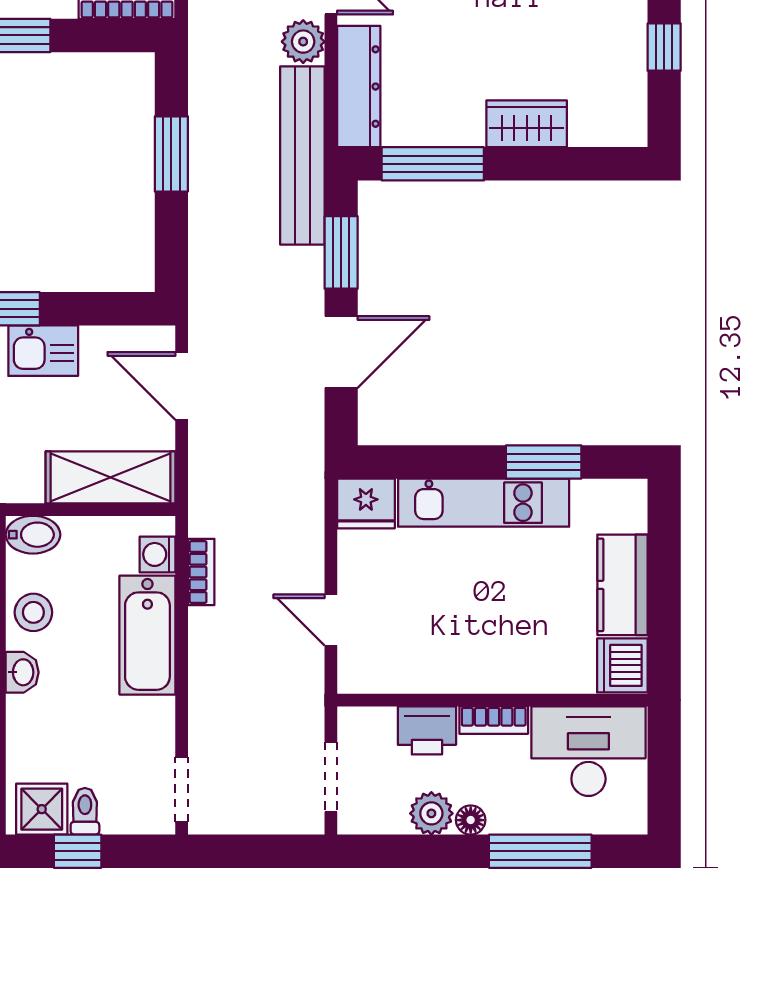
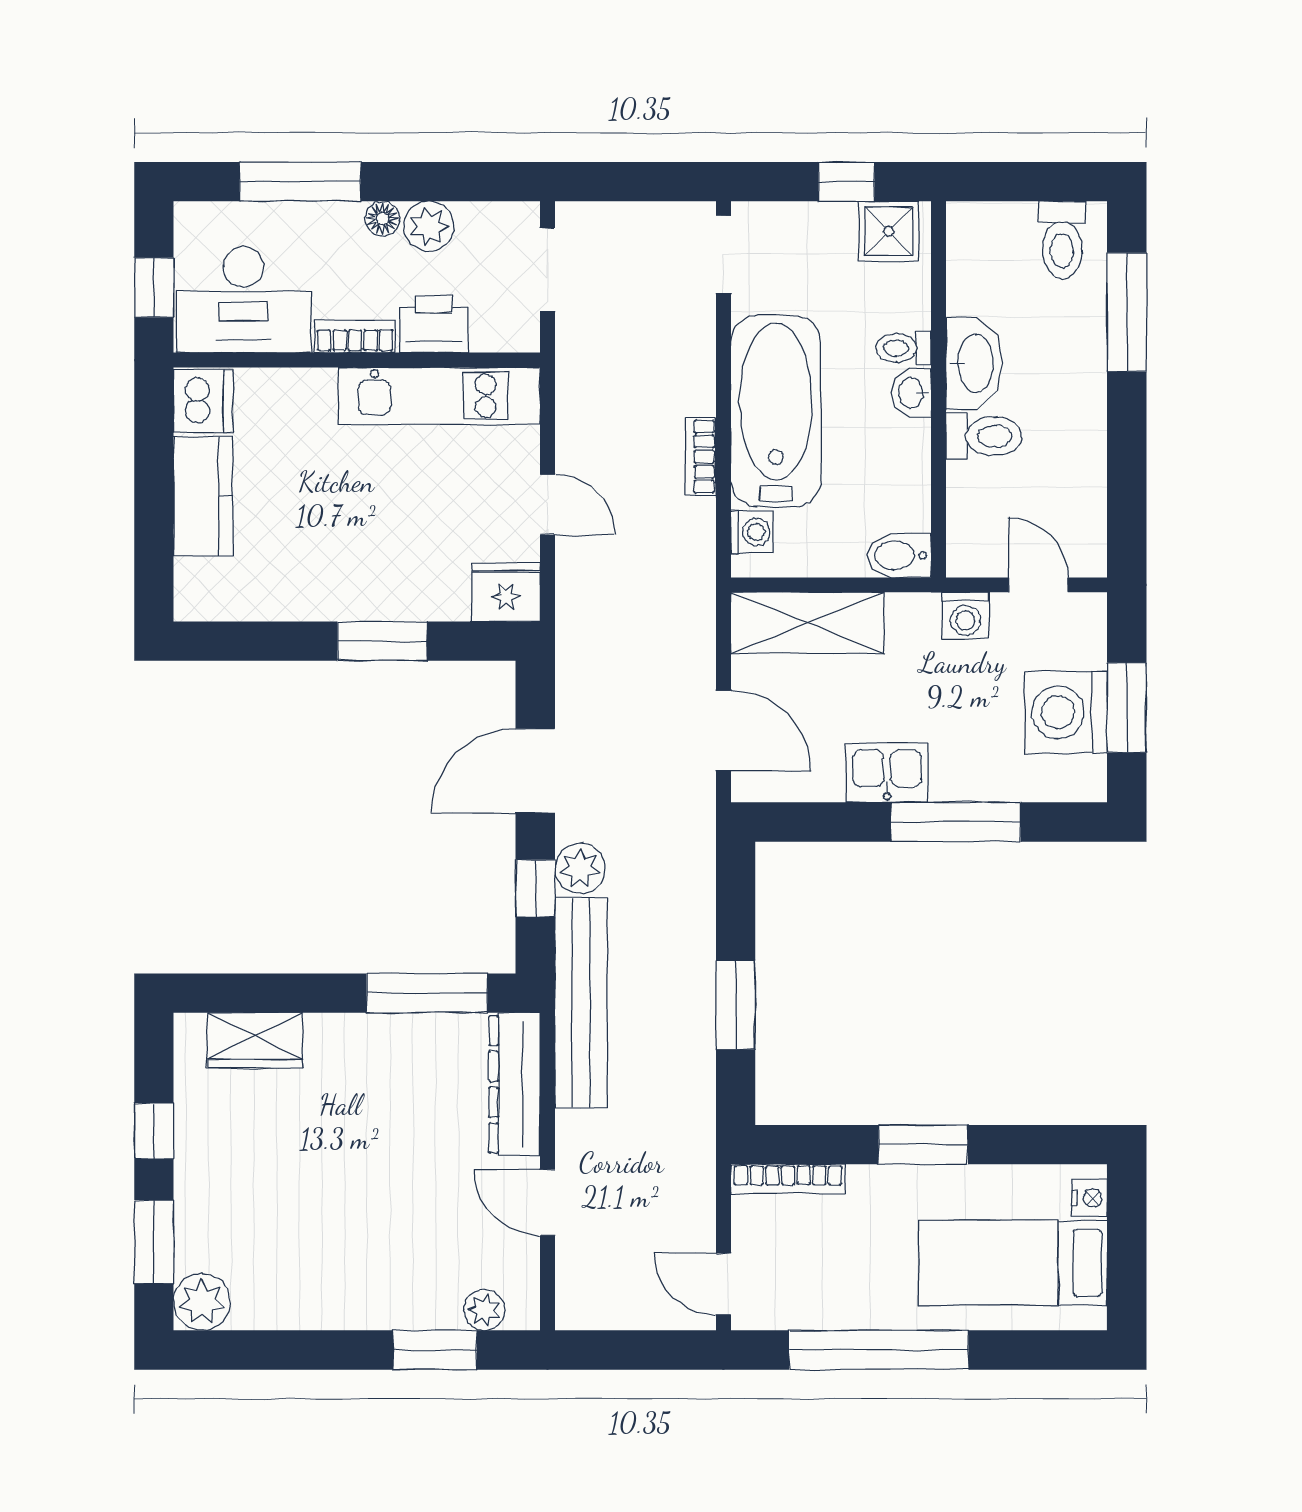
plant: (303, 42) -> (580, 868), moved
wardrobe: (527, 124) -> (255, 1040), moved
window: (341, 252) -> (535, 888), width x0.67
window: (544, 462) -> (382, 641), moved
kitchen unit: (484, 503) -> (439, 396), moved, turned 180
bookcase: (201, 572) -> (700, 457), moved
stool: (33, 612) -> (899, 464), removed
door: (331, 620) -> (547, 505), moved
bathtub: (147, 635) -> (776, 411), width x1.36, depth x1.36
window: (664, 761) -> (154, 288), added
toilet: (85, 811) -> (904, 348), moved, turned 90

